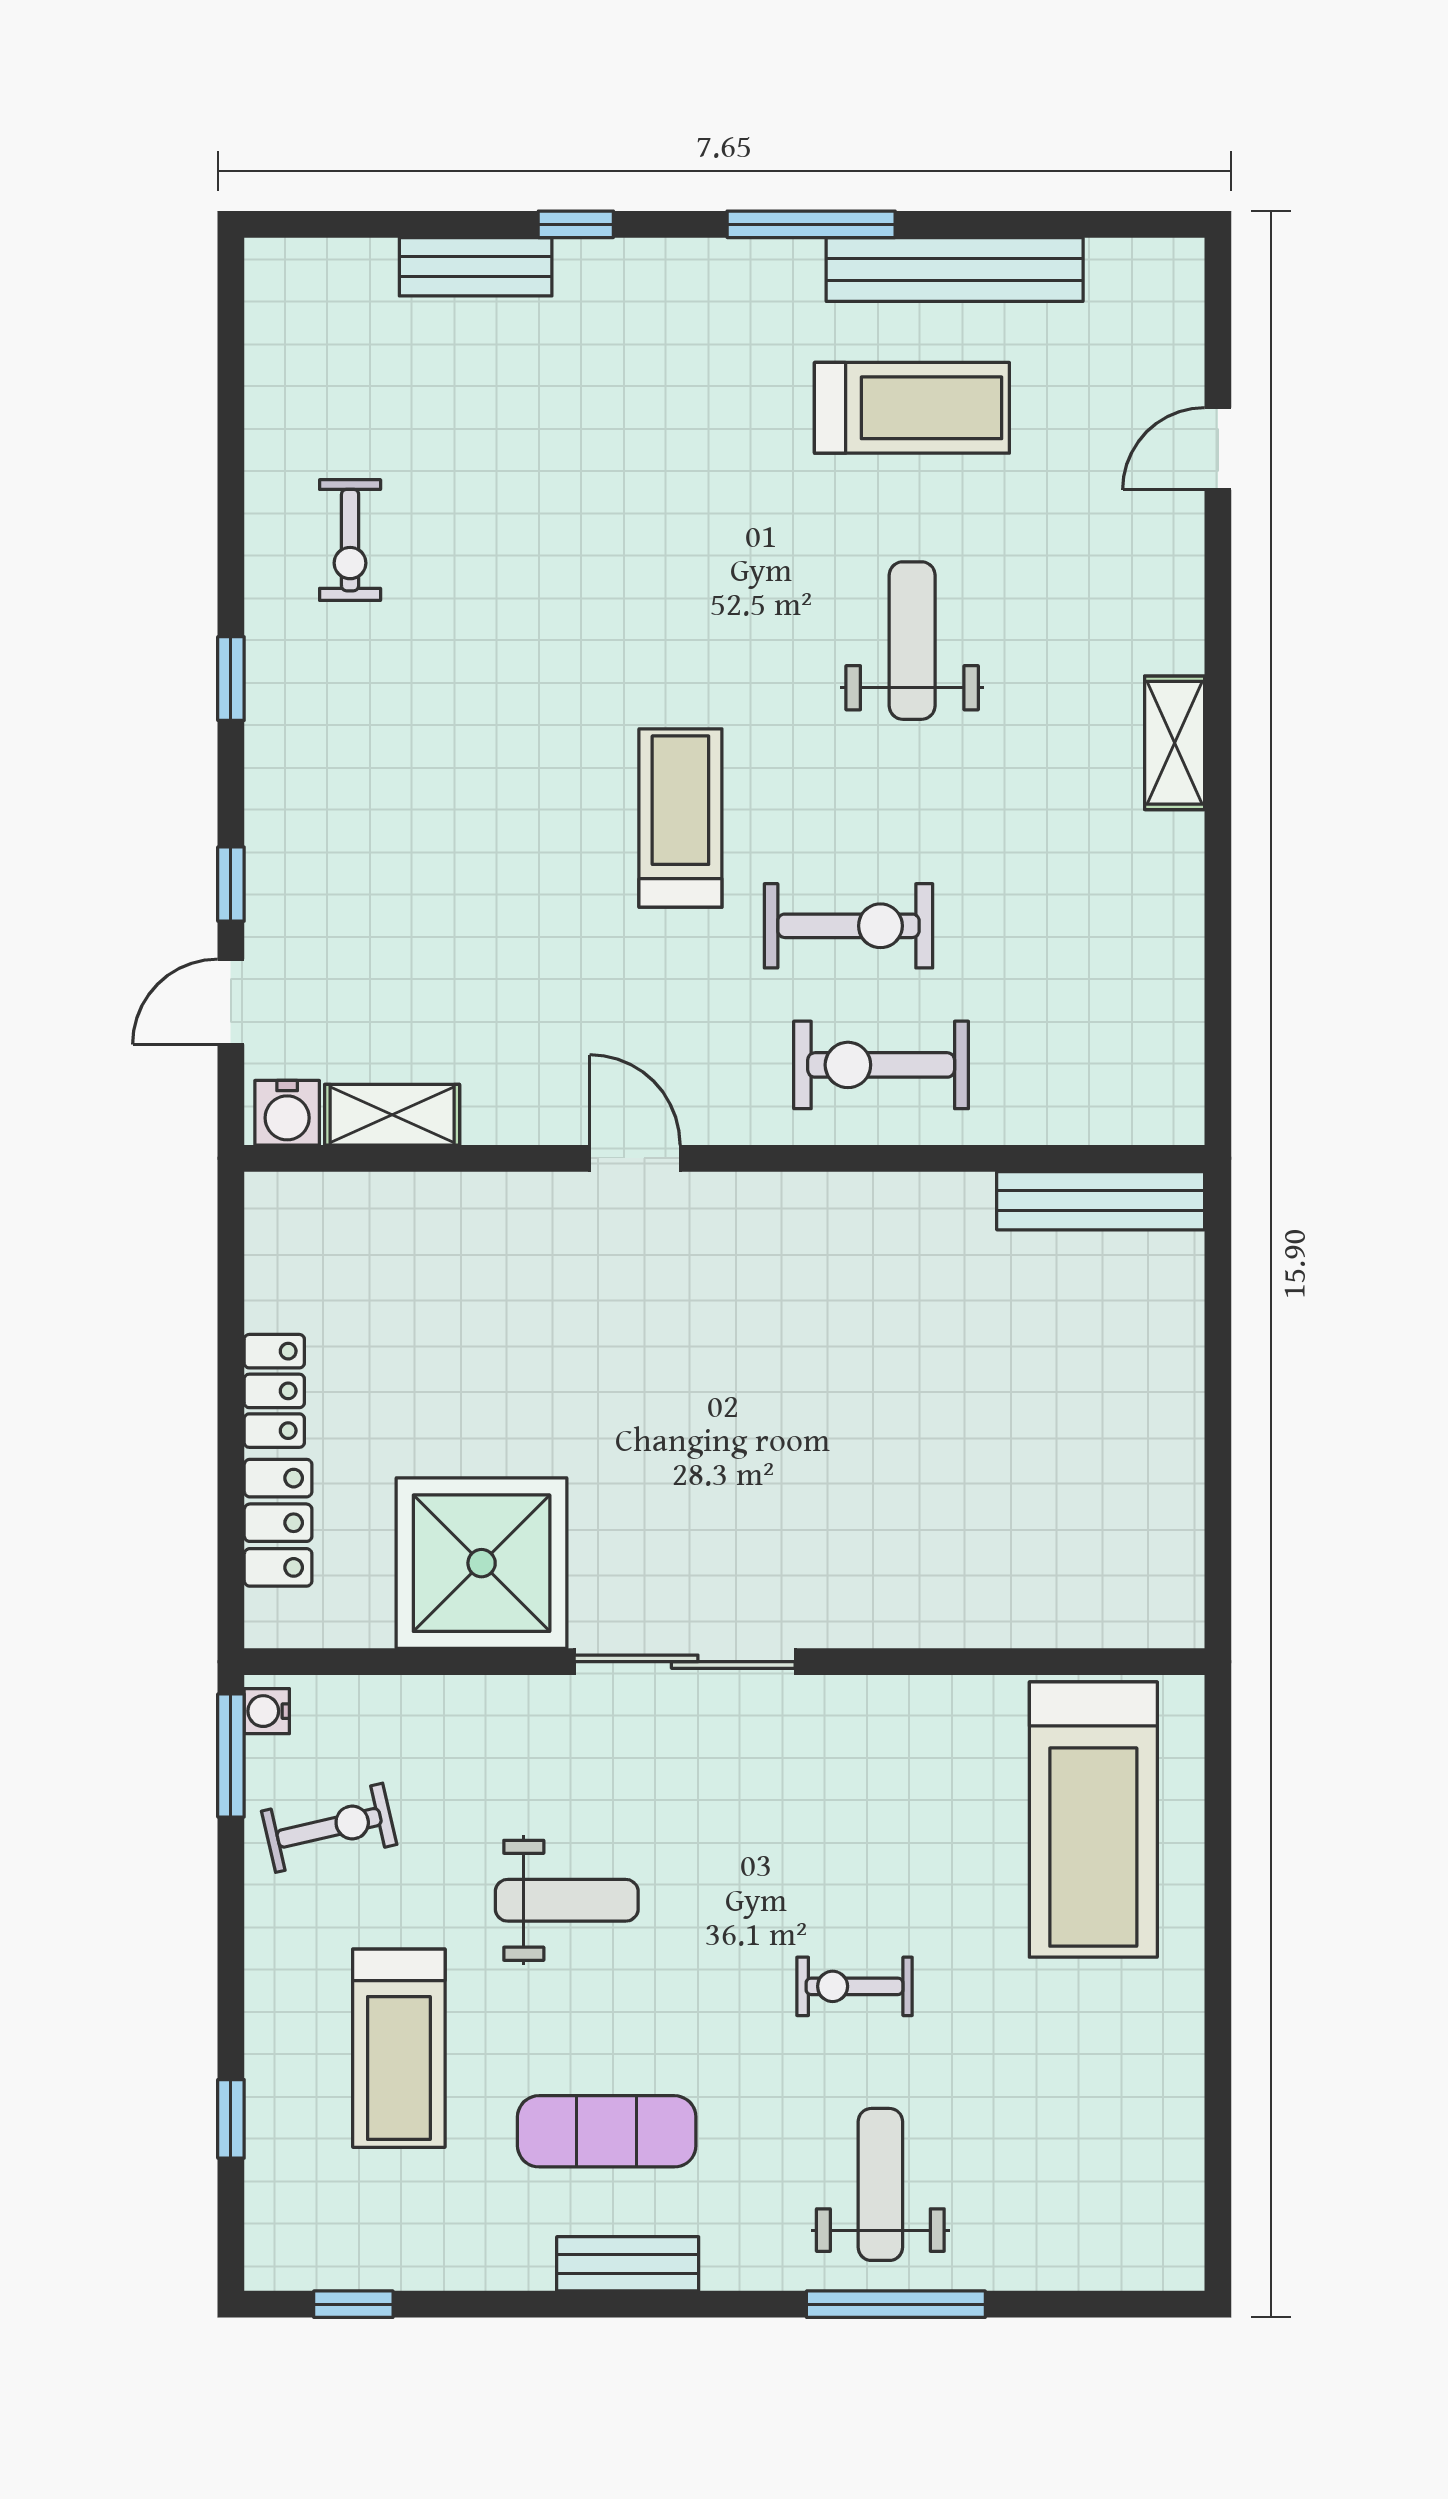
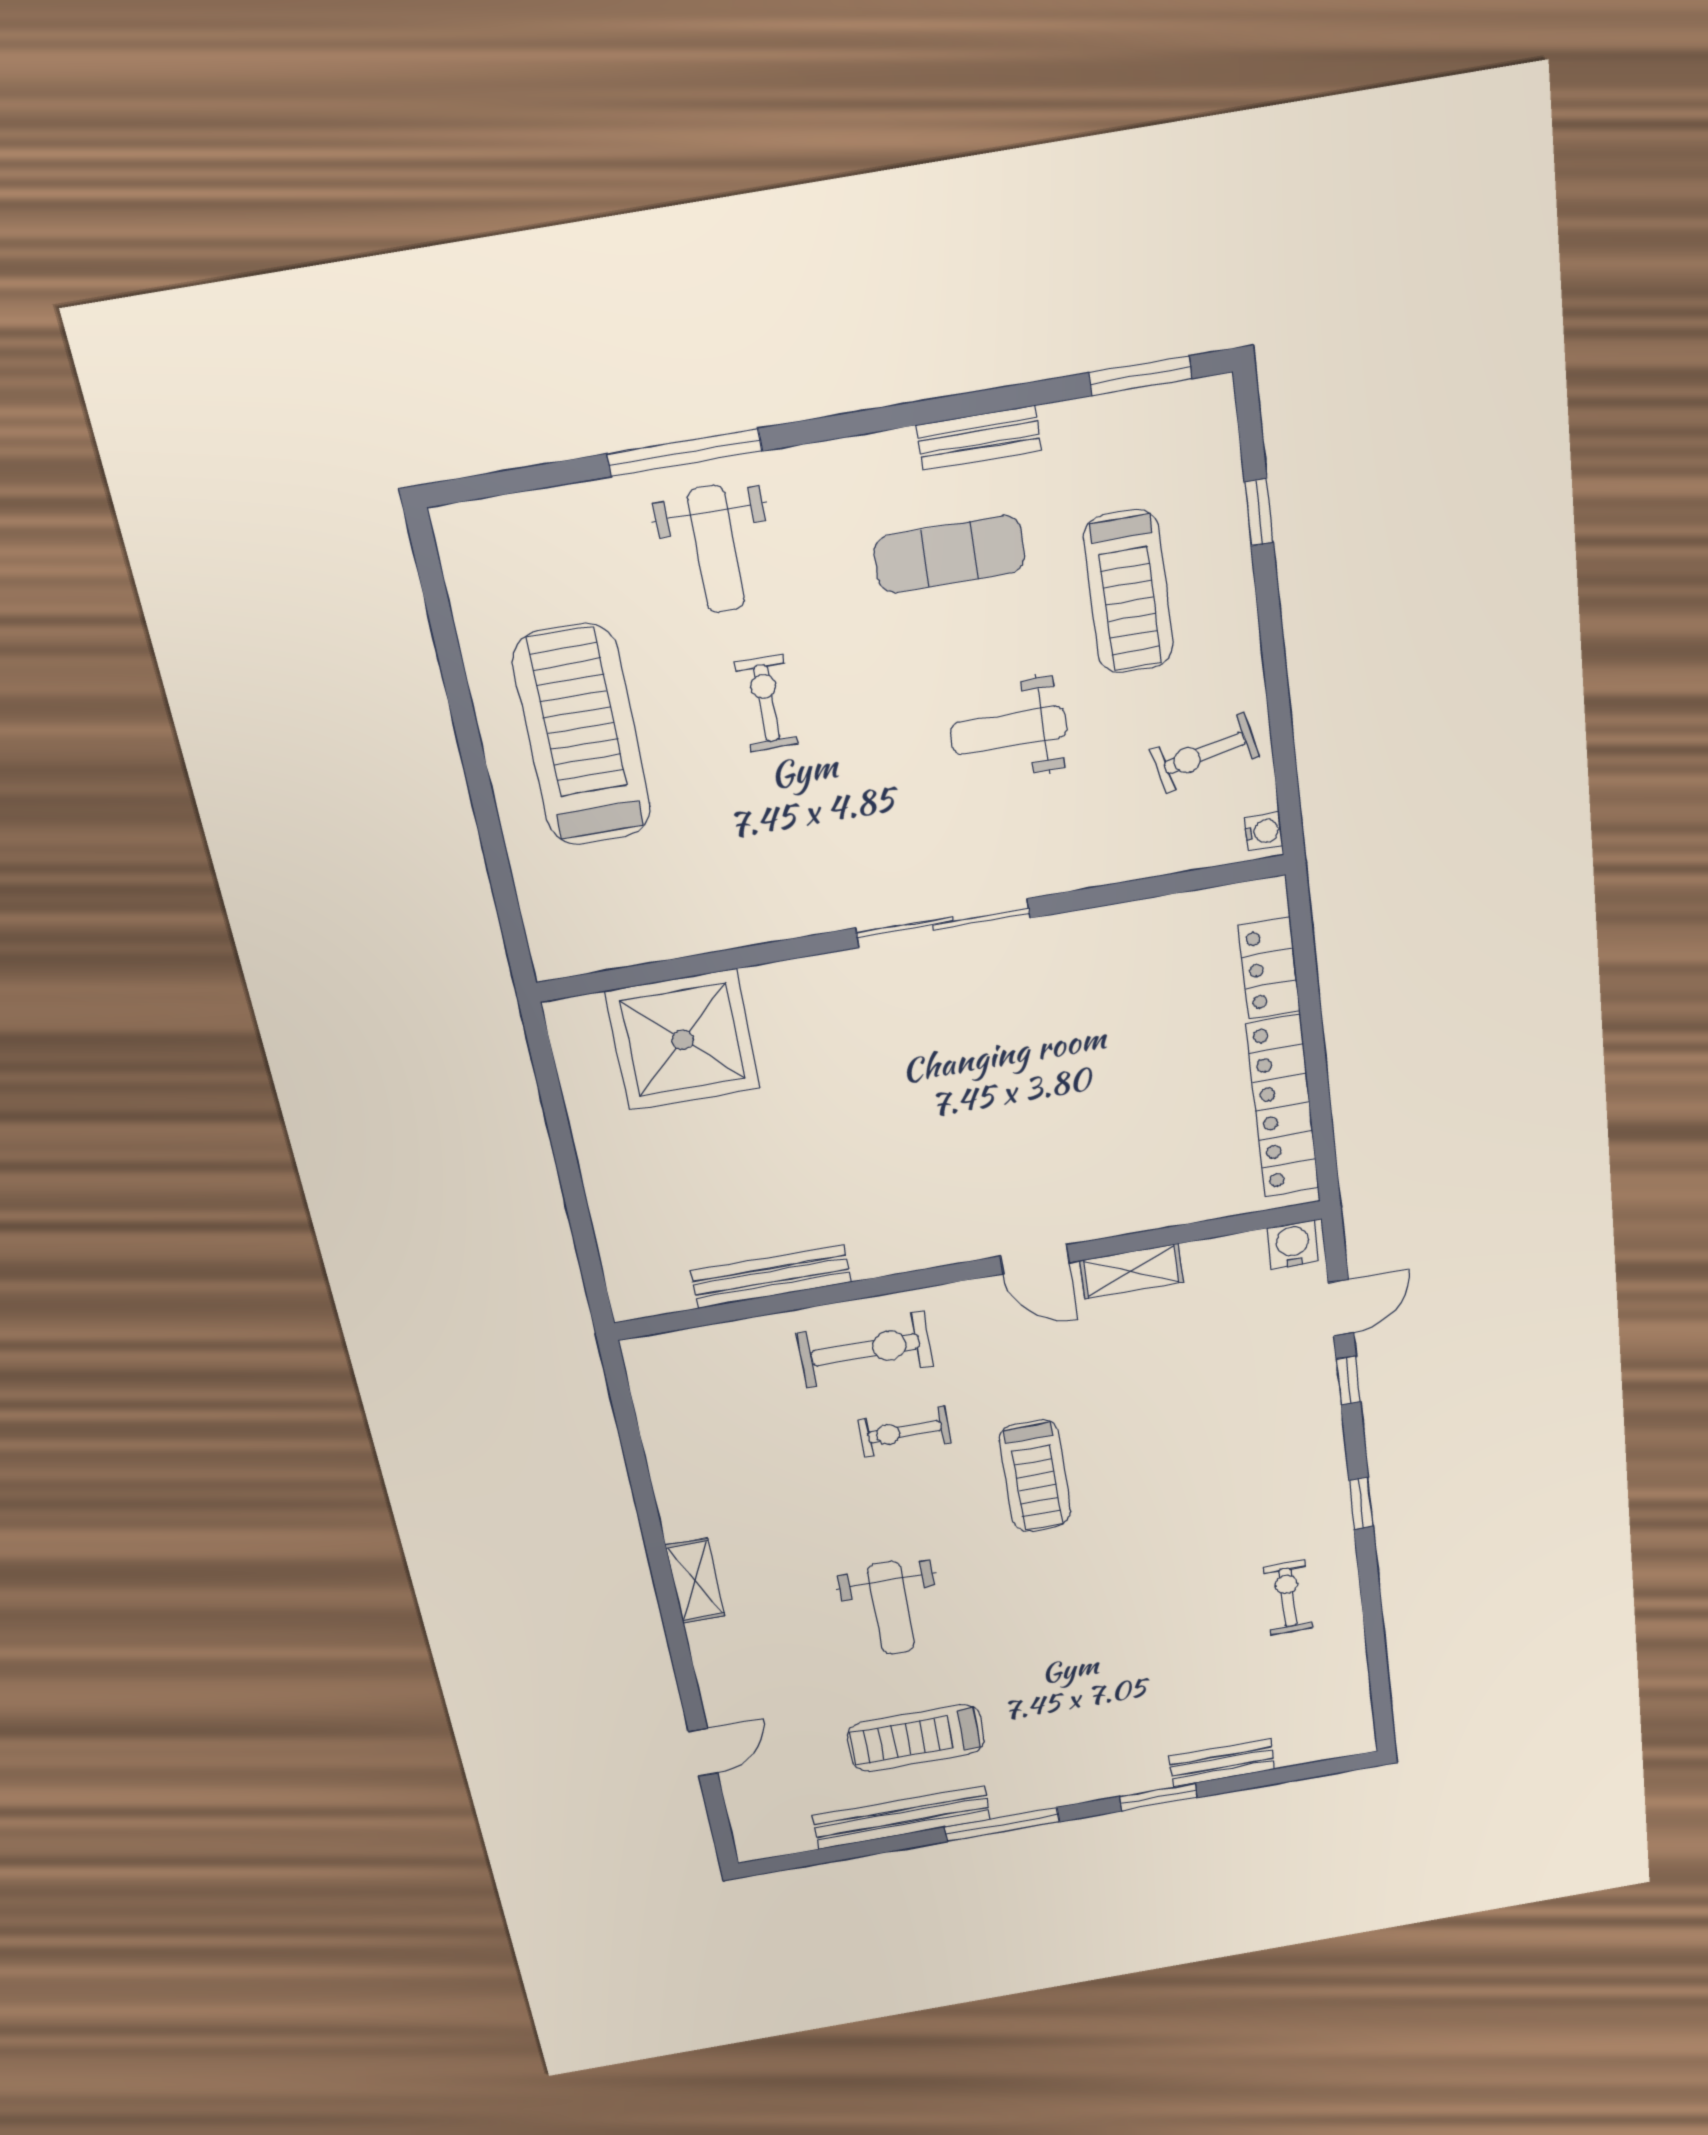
window: (576, 224) -> (1158, 1797), width x1.50
exercise bike: (848, 926) -> (905, 1432), width x0.73, depth x0.72
shelving: (392, 1115) -> (1131, 1271), moved
bench: (1101, 1201) -> (771, 1277), moved
locker: (274, 1391) -> (1283, 1107), width x2.16, depth x1.21
shower: (482, 1563) -> (683, 1040), moved
window: (231, 1755) -> (1288, 794), removed
treadmill: (1093, 1820) -> (582, 736), moved
exercise bike: (855, 1986) -> (766, 703), turned -90
treadmill: (399, 2048) -> (1128, 592), turned 180
bench: (628, 2264) -> (979, 438), moved
window: (353, 2304) -> (1140, 376), width x1.50

